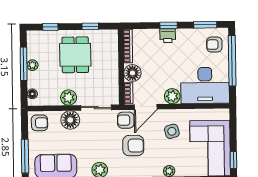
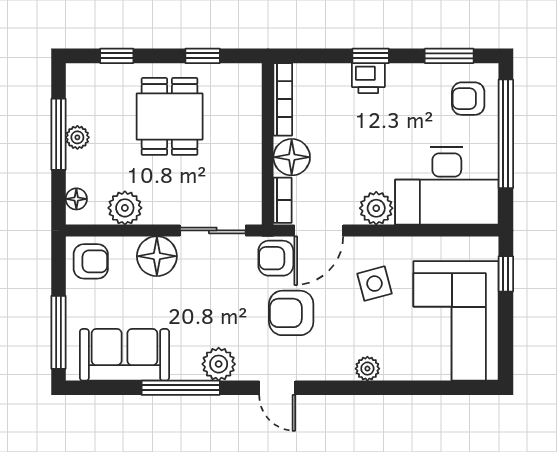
plant: (69, 98) -> (125, 208), moved
armchair: (133, 146) -> (291, 313), turned 180
window: (233, 160) -> (506, 274), moved

